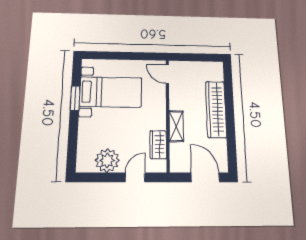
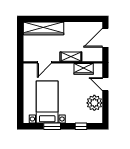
door: (167, 74) -> (44, 62), moved
wardrobe: (216, 109) -> (43, 28), moved
window: (73, 140) -> (81, 126), added

